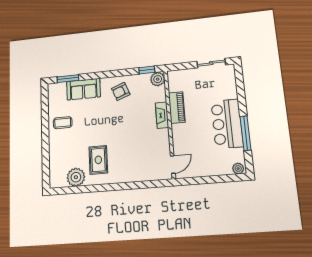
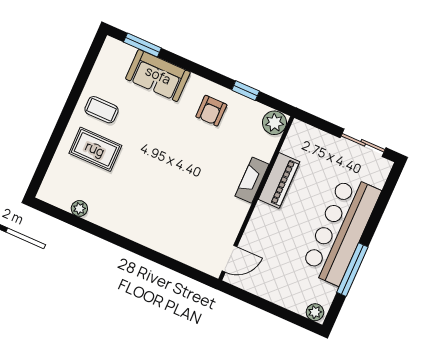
window: (147, 70) -> (246, 91), moved
armchair: (121, 91) -> (211, 111), turned -69
bar counter: (227, 124) -> (341, 230), width x1.36
rug: (98, 160) -> (95, 149), moved, turned 90
plant: (76, 177) -> (79, 208), width x0.53, depth x0.53

